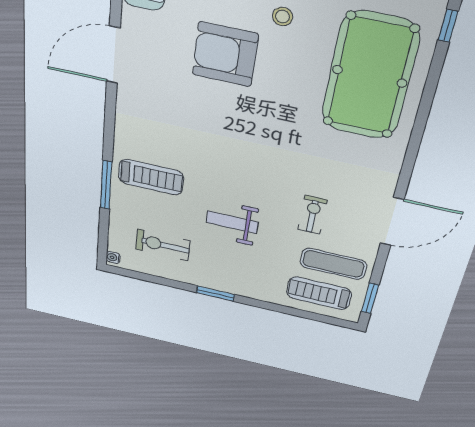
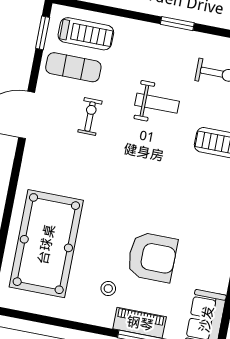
exercise bike: (312, 215) -> (90, 116), turned 180

